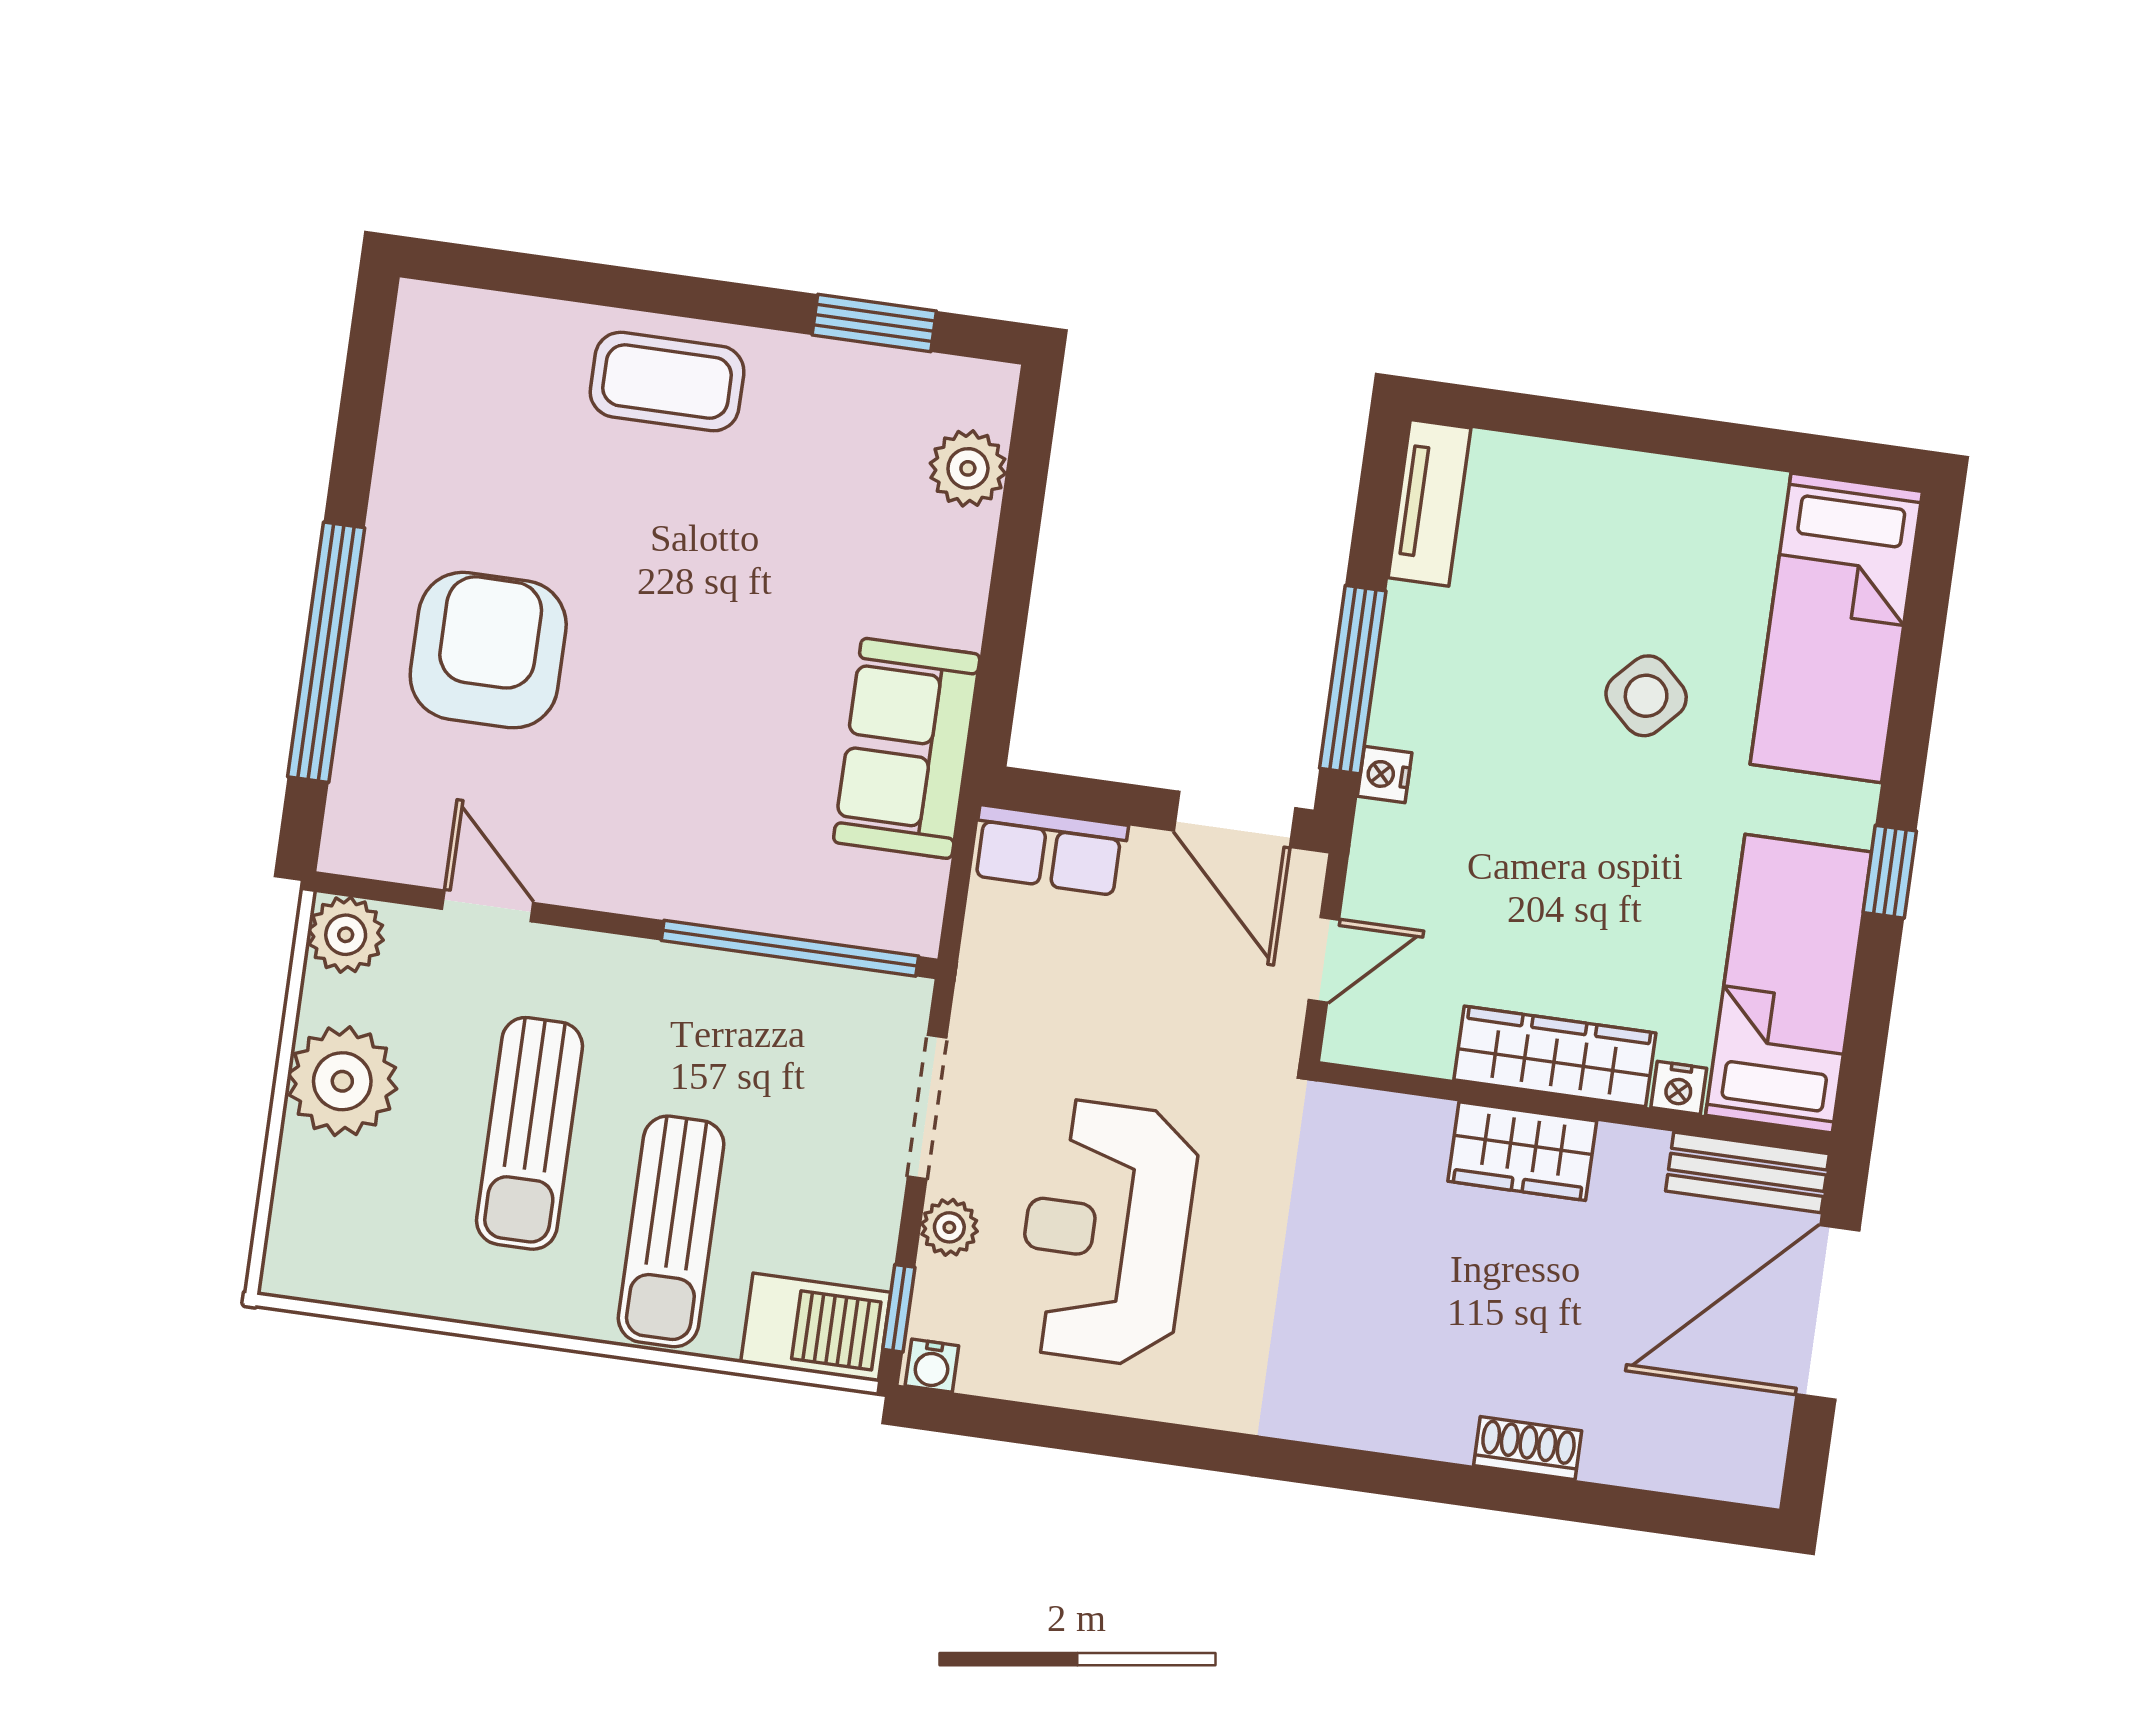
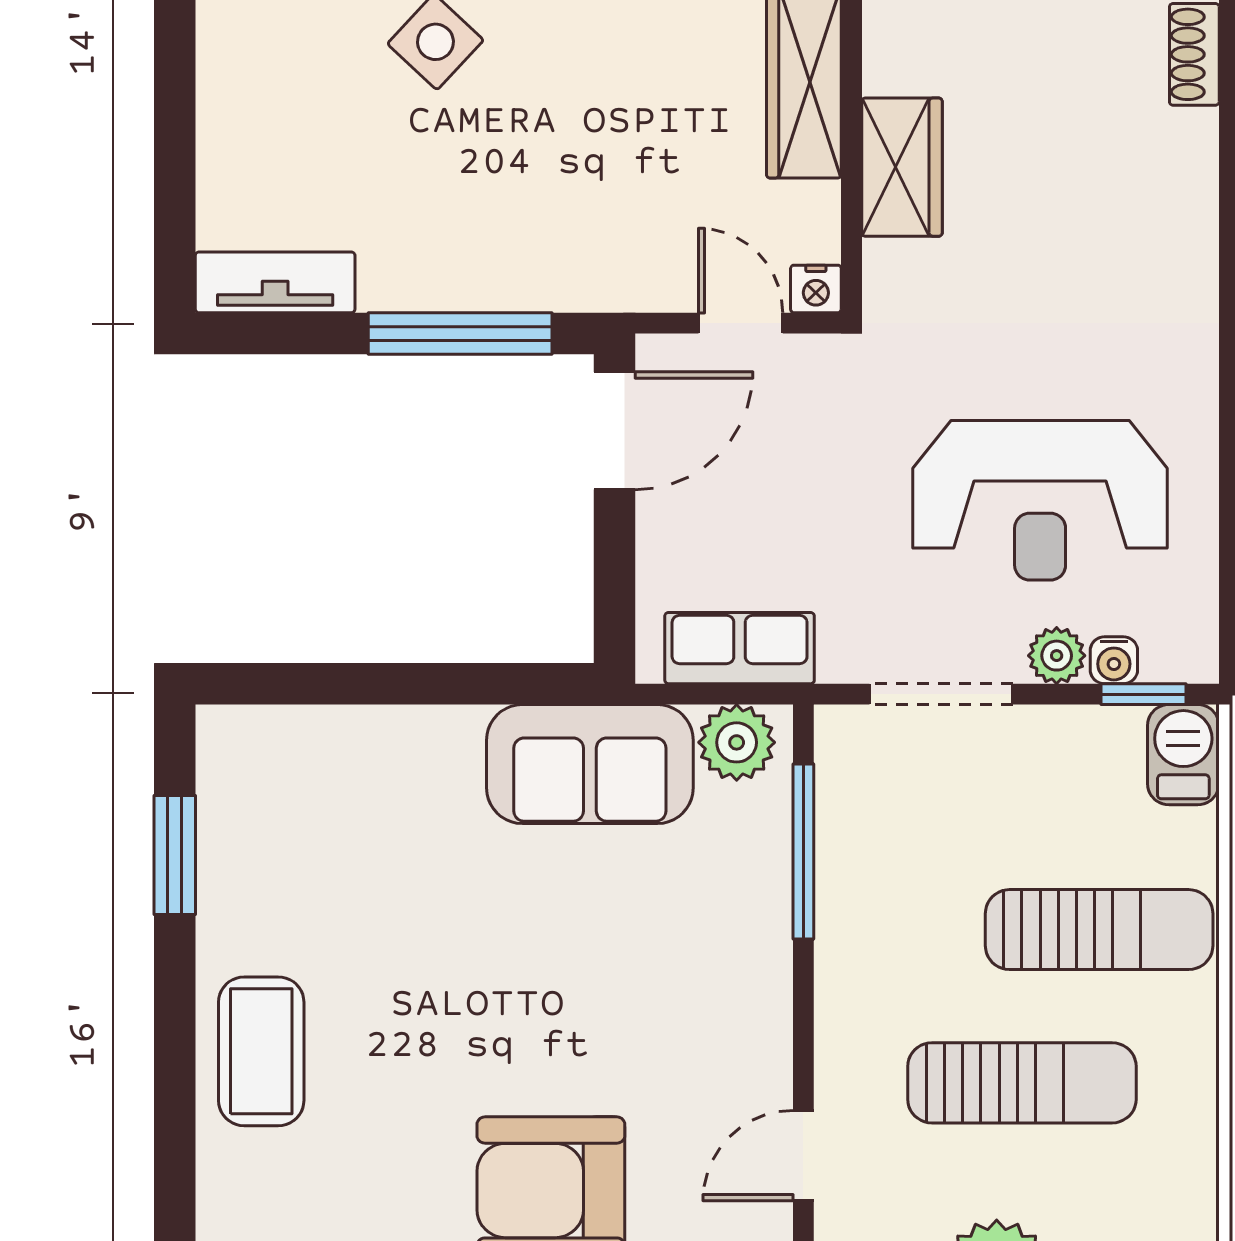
plant: (968, 468) -> (737, 742), moved
nightstand: (1385, 775) -> (816, 289), moved
row of seats: (1049, 850) -> (740, 648), moved, turned -90
window: (790, 948) -> (803, 851), width x0.68
wardrobe: (1522, 1151) -> (902, 167), moved
barbecue: (816, 1327) -> (1183, 755), width x0.73, depth x0.79
water cooler: (932, 1366) -> (1114, 660), moved, turned 90

